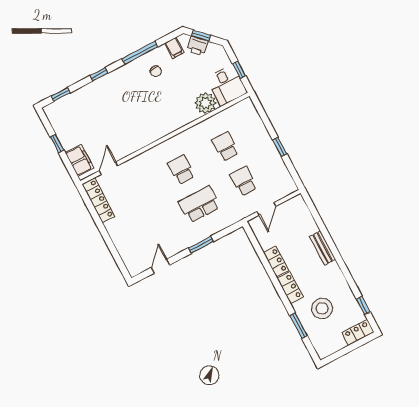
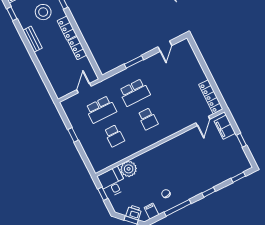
school desk: (244, 181) -> (101, 109), width x1.85
bench: (323, 248) -> (33, 39), moved

